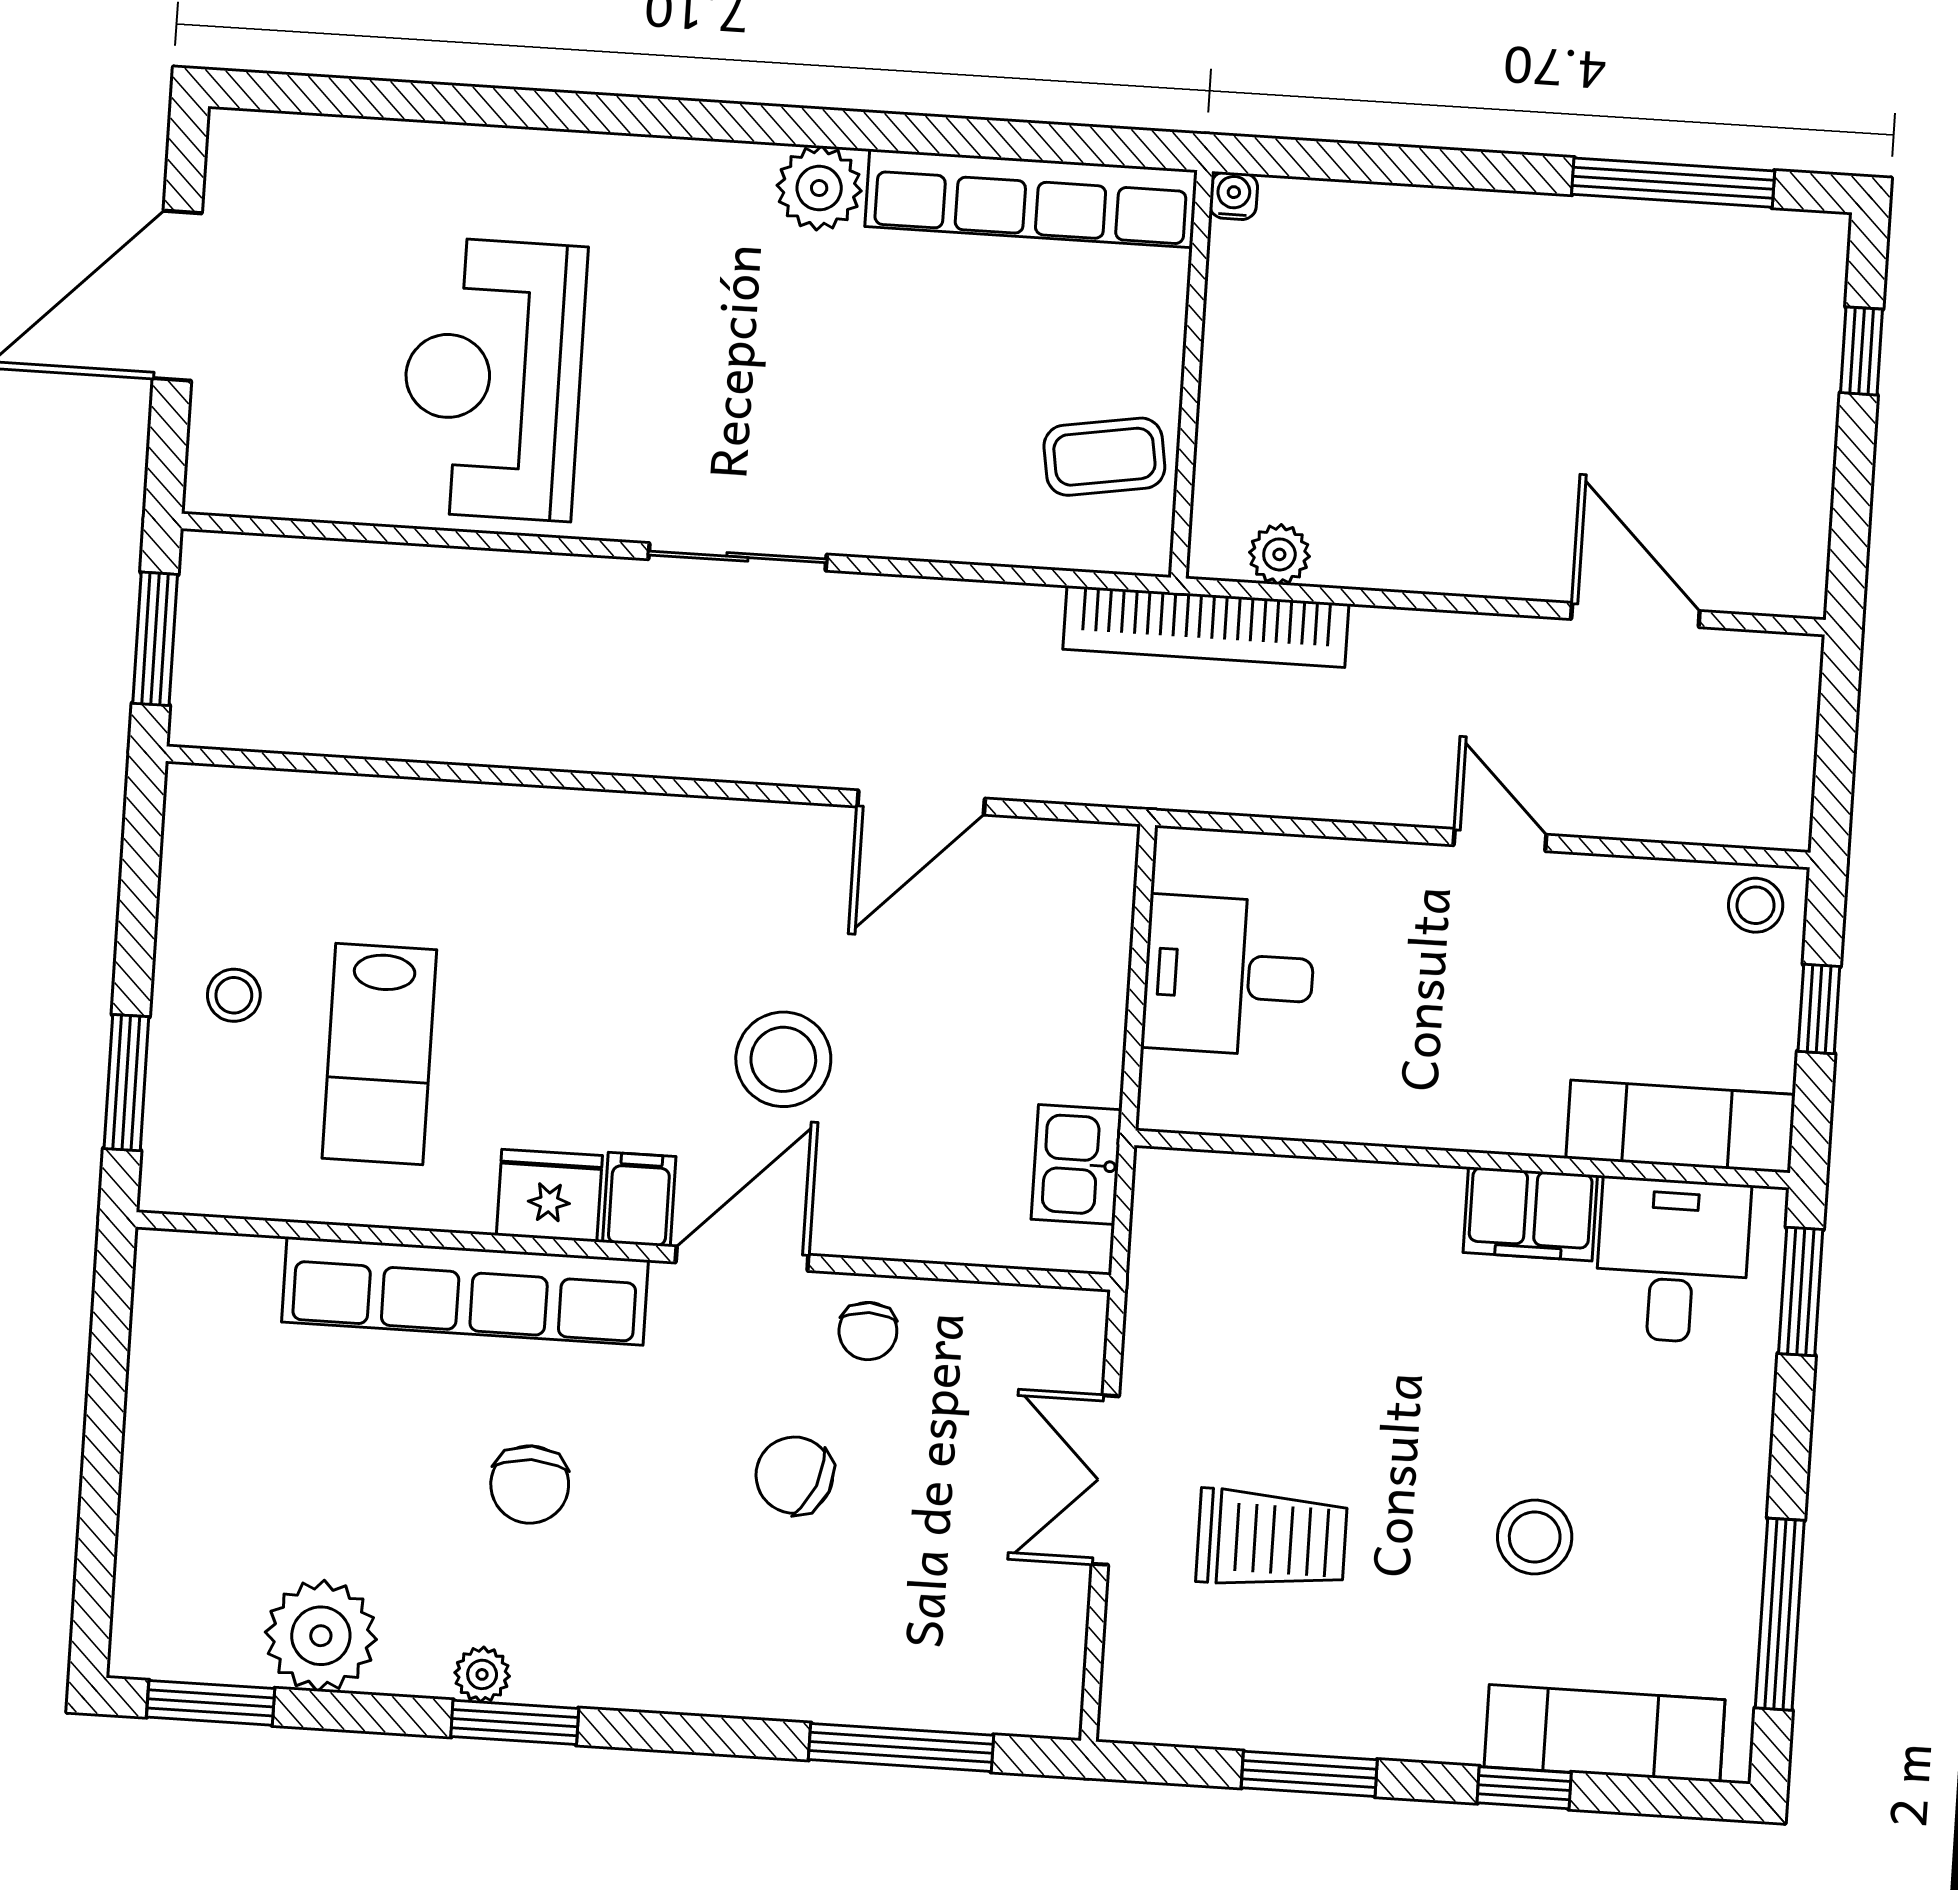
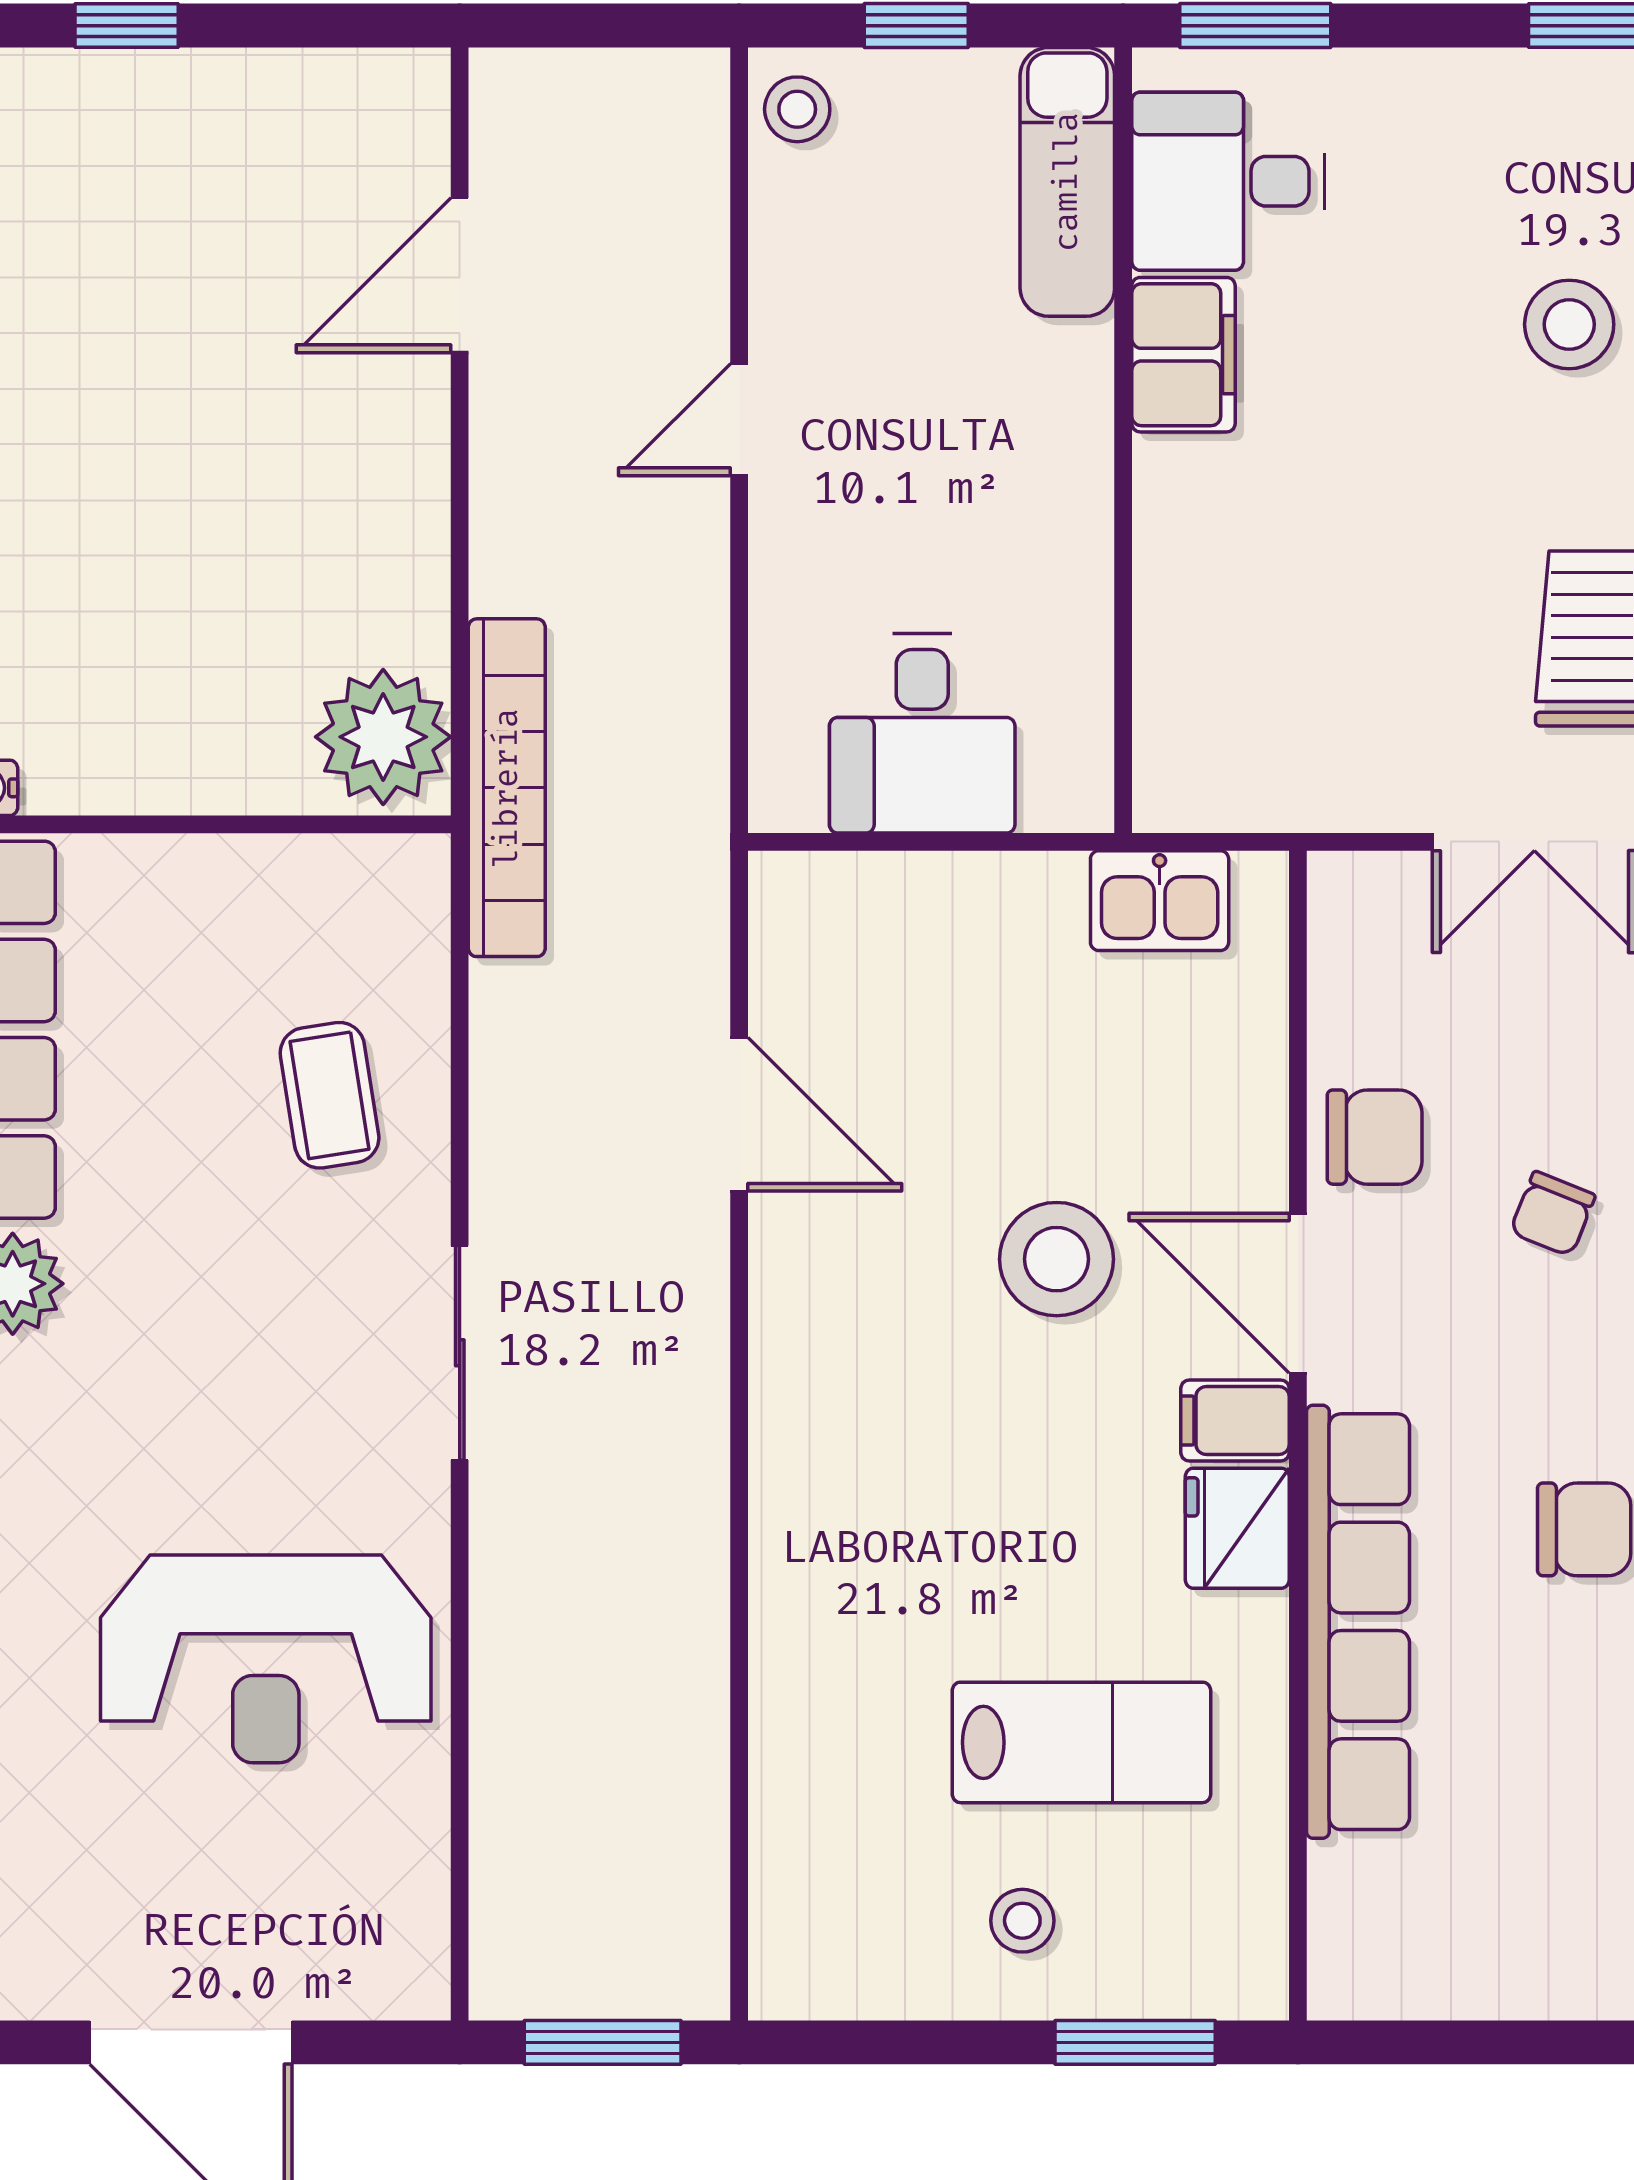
coffee table: (1104, 457) -> (330, 1095), moved
plant: (1279, 554) -> (383, 737), width x1.87, depth x1.87
chair: (868, 1331) -> (1375, 1137), width x1.37, depth x1.37
chair: (794, 1475) -> (1553, 1214), width x0.73, depth x0.73

